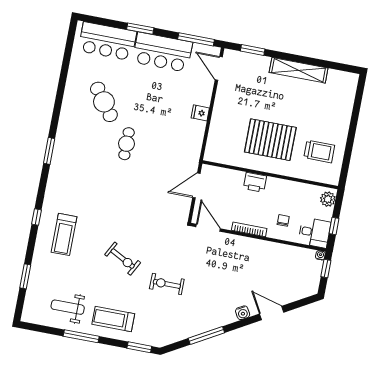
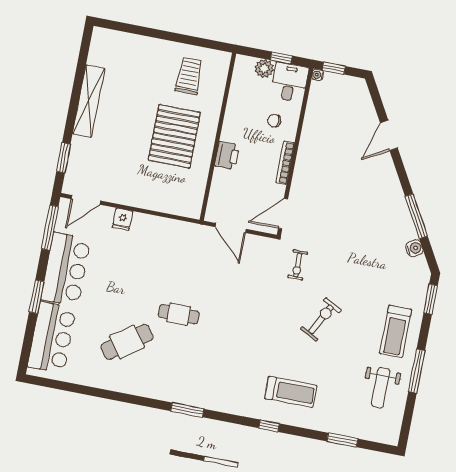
fridge: (200, 113) -> (123, 219), moved
plant: (328, 199) -> (264, 69), moved
exercise bike: (167, 284) -> (298, 265), moved, width x0.73, depth x0.72
water cooler: (243, 313) -> (414, 248), moved

